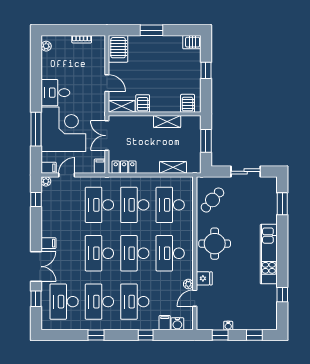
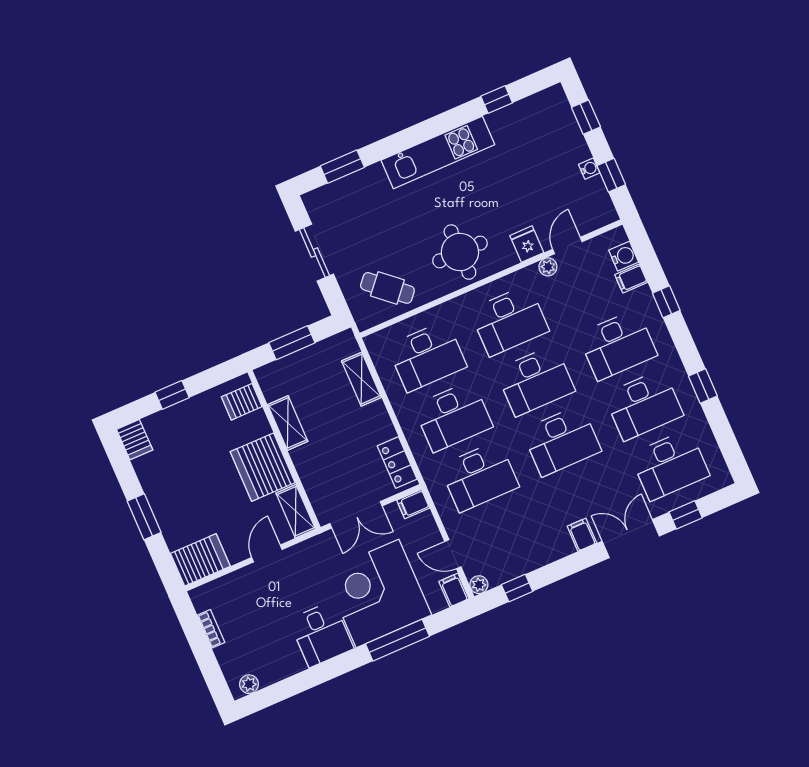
server rack: (143, 103) -> (263, 467), width x2.18, depth x1.44
door: (195, 298) -> (567, 246), swing flipped

